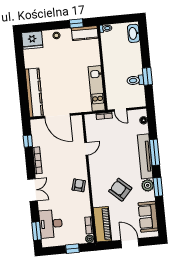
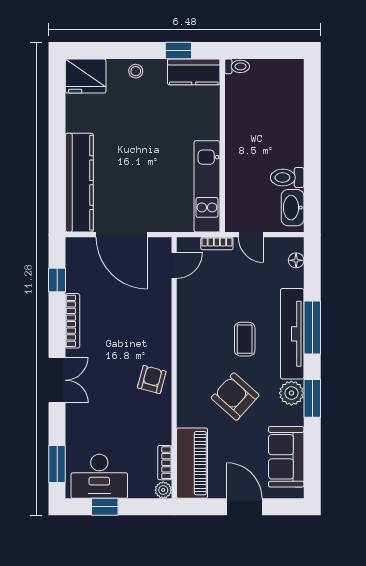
washbasin: (134, 33) -> (293, 208), moved
window: (147, 76) -> (312, 172), removed
door: (86, 149) -> (174, 265), moved
coffee table: (122, 161) -> (245, 339), added
desk: (51, 224) -> (99, 476), moved, turned -90
window: (72, 249) -> (105, 507), moved

